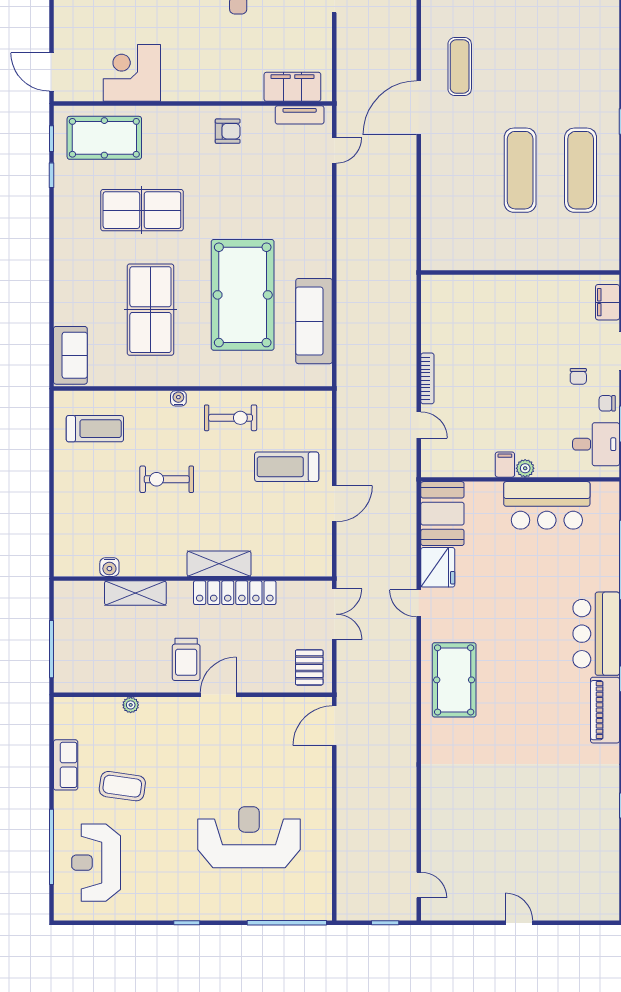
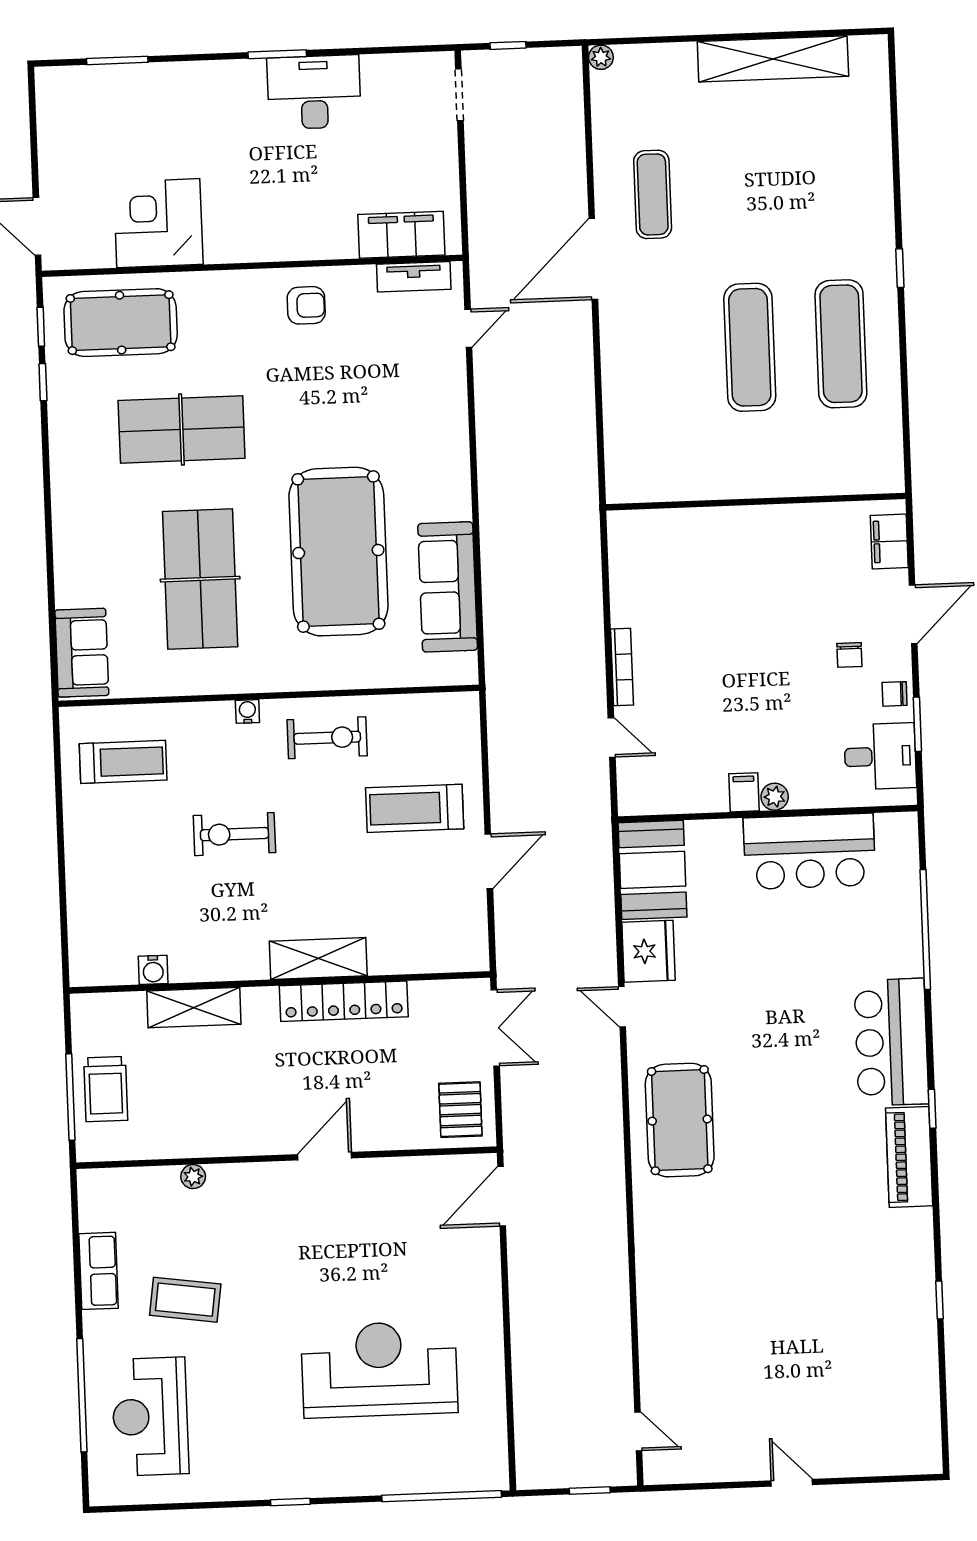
trolley: (186, 659) -> (106, 1089), moved

